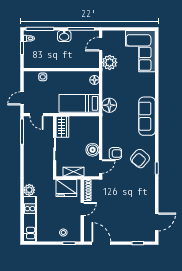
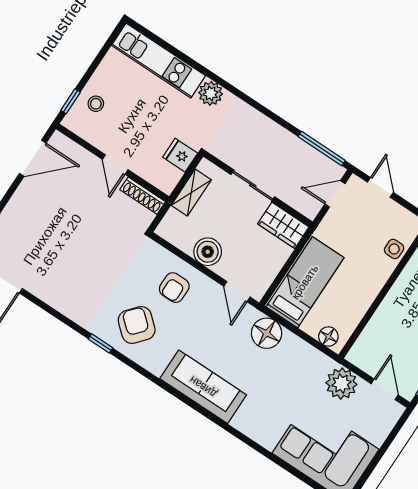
door: (101, 166) -> (237, 292), moved
fridge: (66, 188) -> (180, 155), width x0.53, depth x0.75

